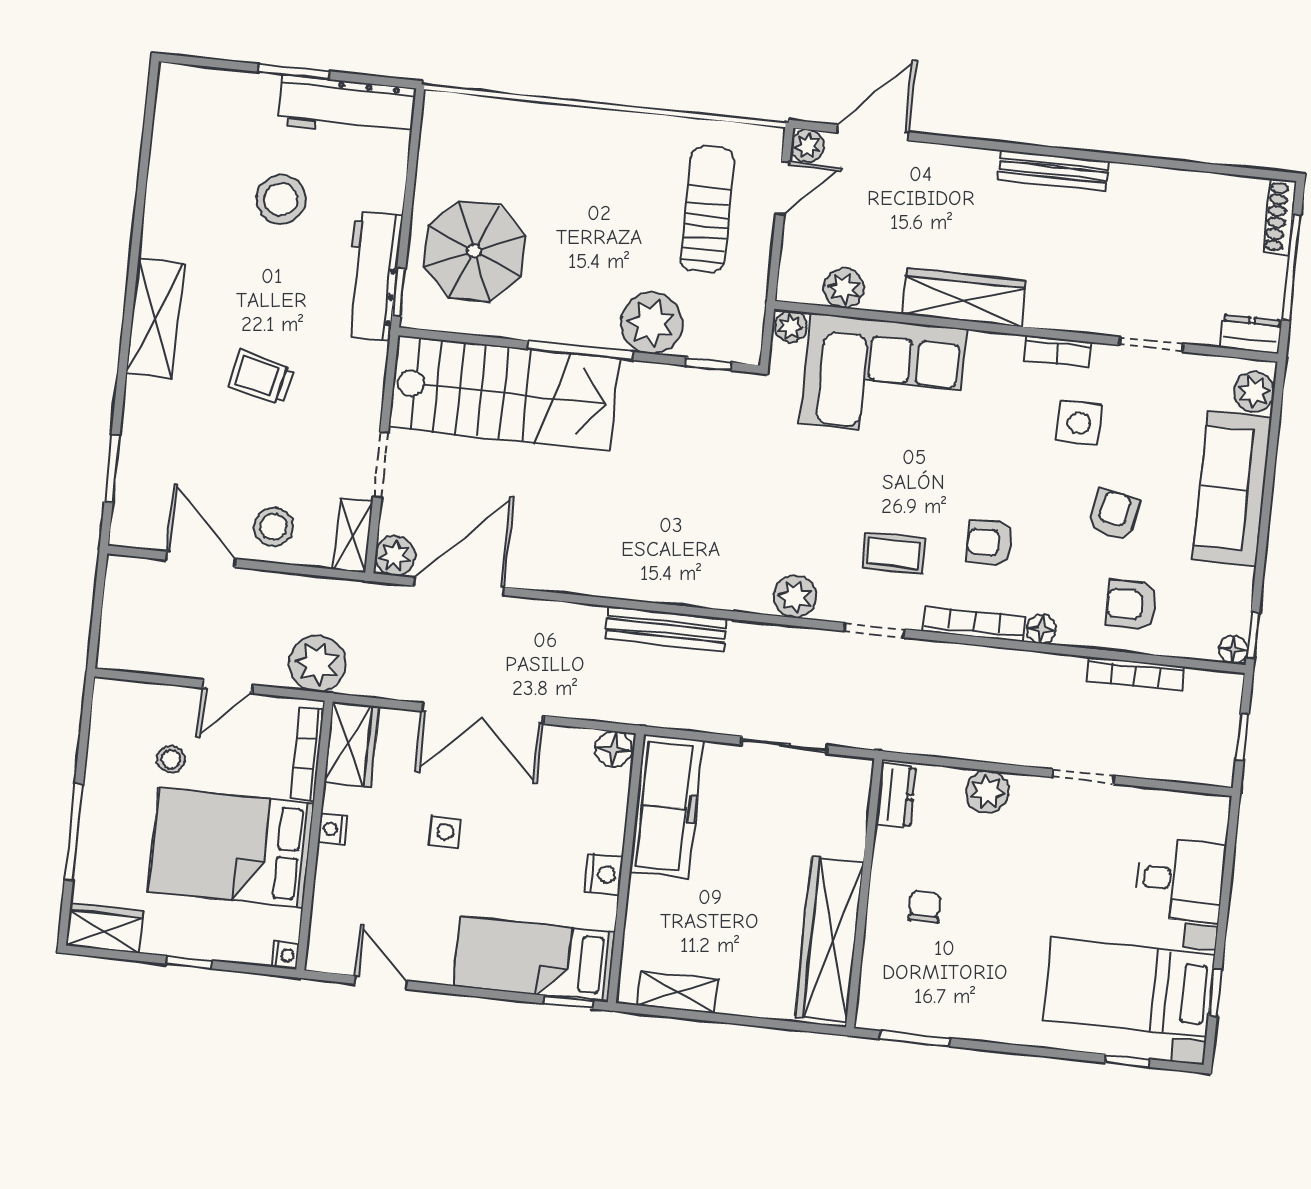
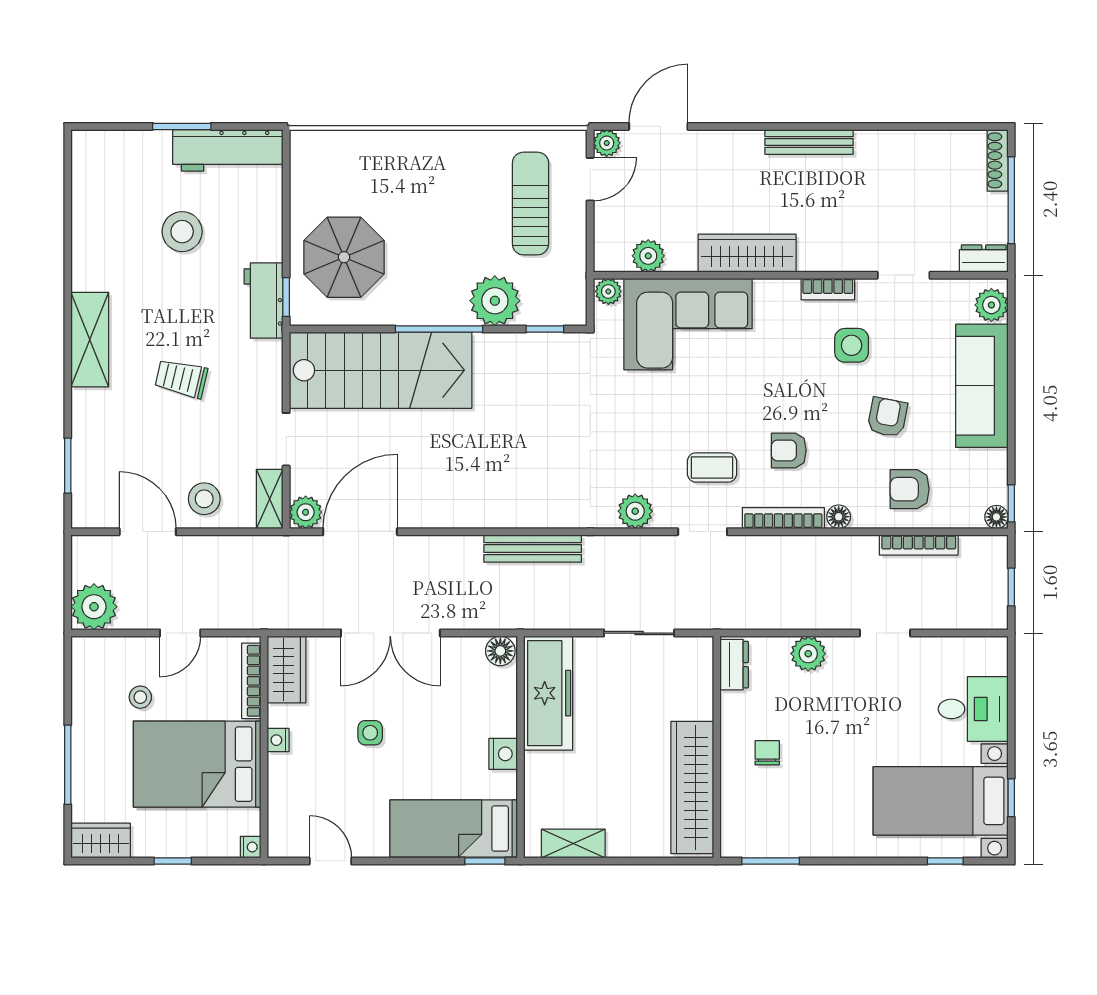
workbench: (373, 276) -> (264, 301), width x0.73
plant: (318, 664) -> (94, 607), moved

